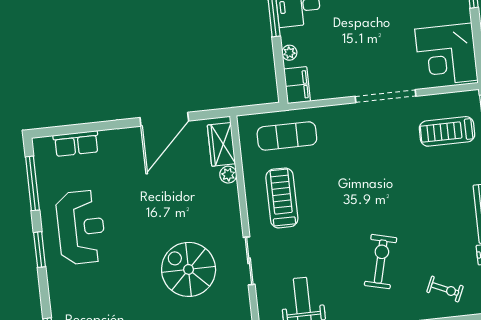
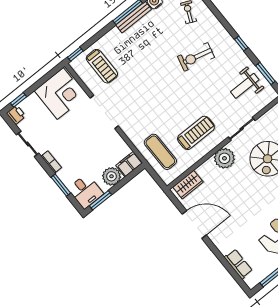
plant: (289, 53) -> (112, 176), width x1.88, depth x1.88
plant: (228, 175) -> (224, 158), moved, width x1.87, depth x1.87
treadmill: (282, 198) -> (196, 133), turned 180

